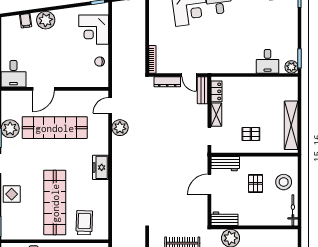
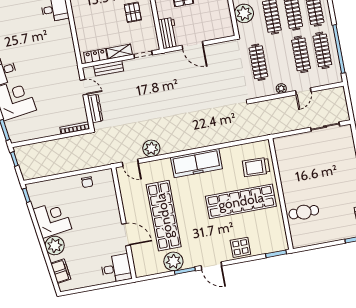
filing cabinet: (26, 21) -> (61, 271), width x2.00
corner desk: (94, 30) -> (52, 219), moved, turned -98
door: (189, 75) -> (84, 87), hinge flipped
bench: (203, 90) -> (109, 68), moved
freezer: (100, 167) -> (196, 163), width x1.91, depth x1.26
workbench: (225, 219) -> (225, 23), removed

